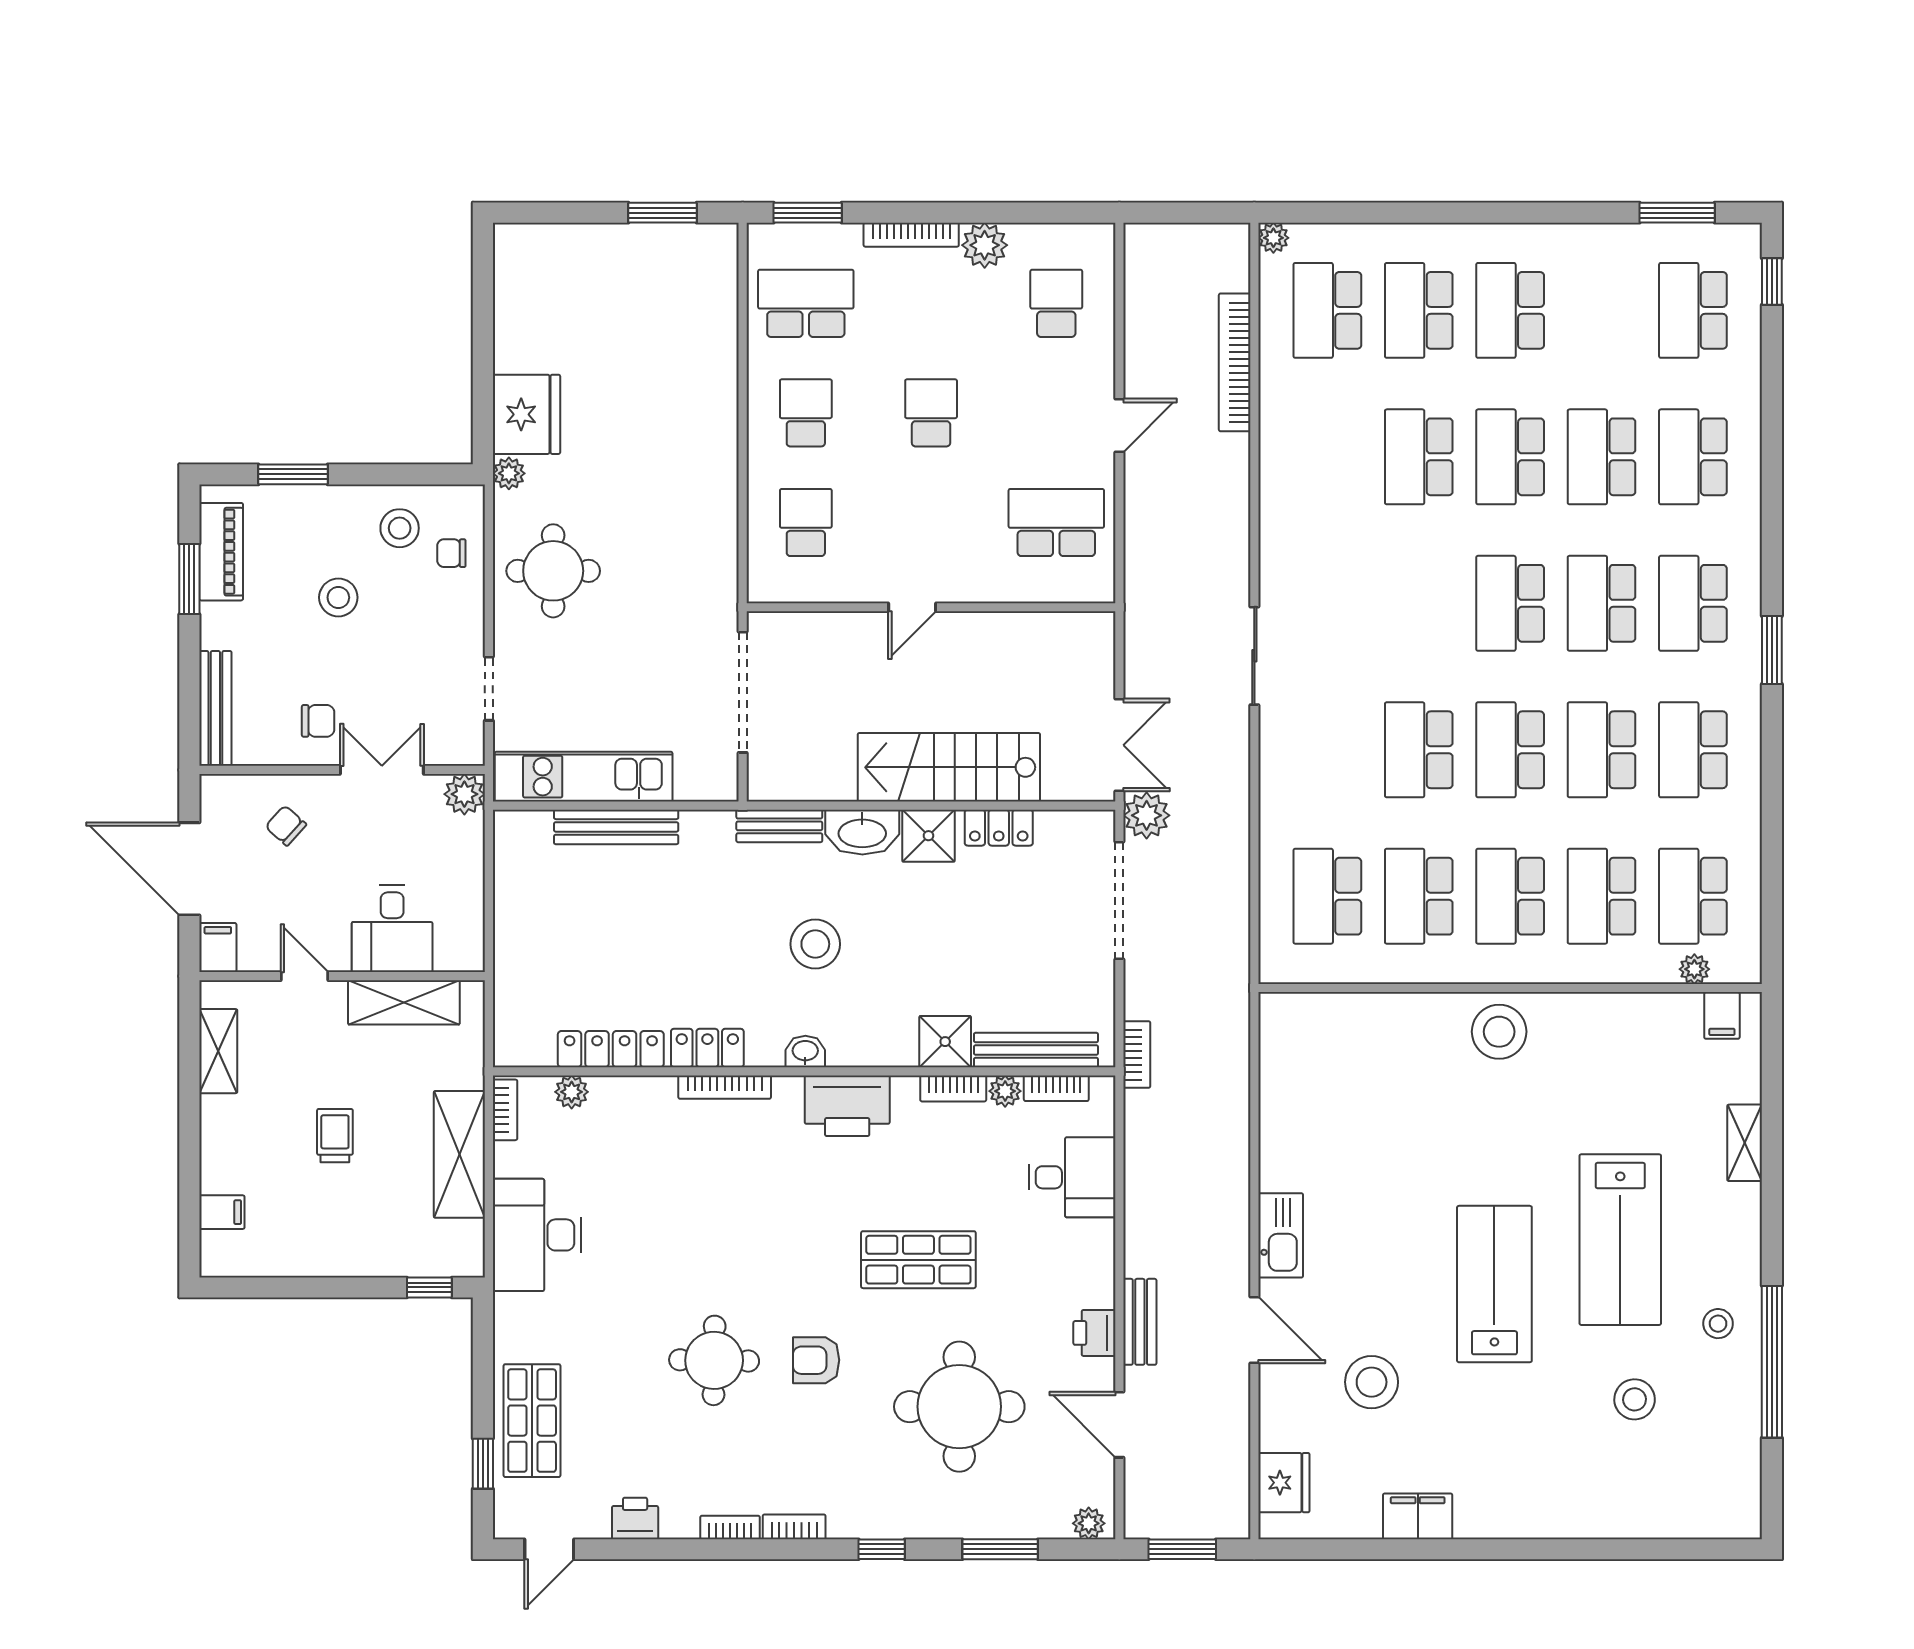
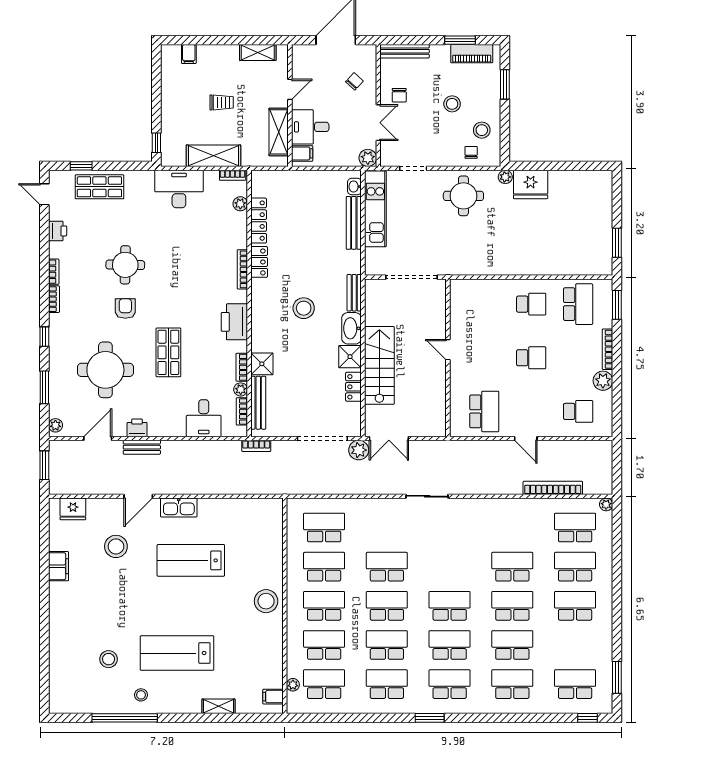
school desk: (806, 522) -> (484, 304), removed
filing cabinet: (218, 947) -> (302, 153), moved
washbasin: (805, 1052) -> (354, 187), moved, turned 180
lab bench: (1494, 1284) -> (191, 560), moved, turned 180

